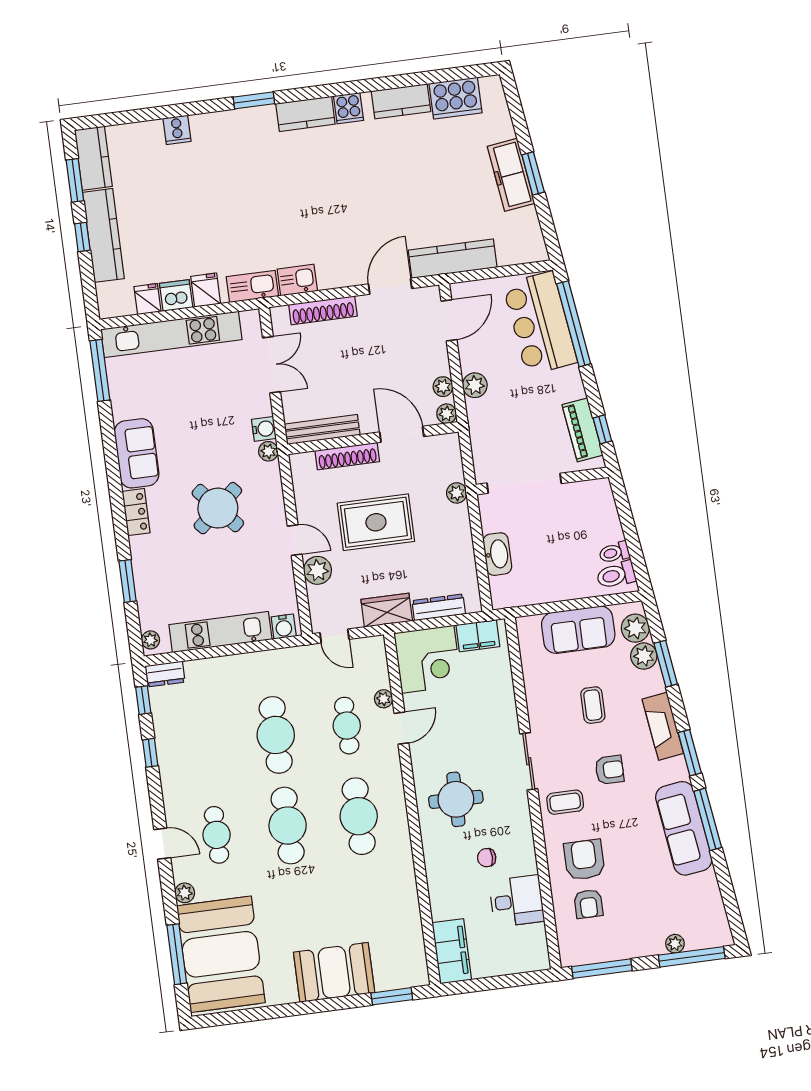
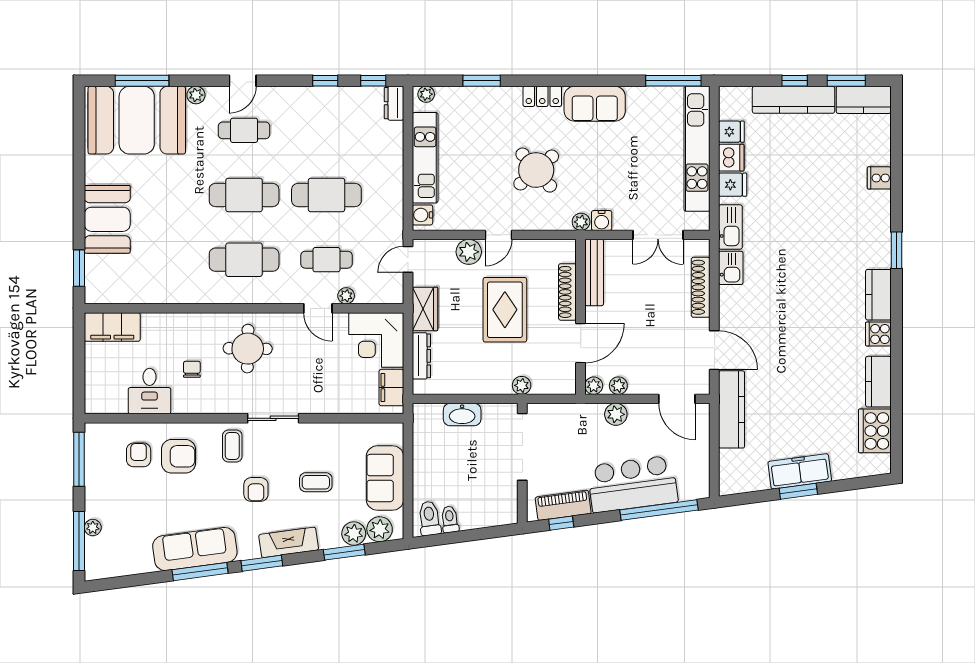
bar counter: (540, 323) -> (633, 484), moved
armchair: (588, 904) -> (139, 455), turned 90

